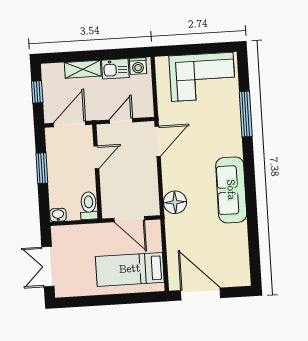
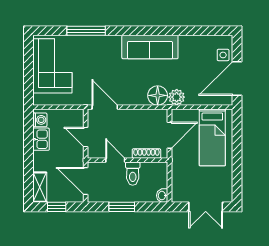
shelving: (83, 69) -> (40, 187), moved
shoe rack: (106, 193) -> (146, 153), added
toilet: (89, 206) -> (133, 174), moved, turned -90
plant: (174, 225) -> (177, 97), added
side table: (227, 276) -> (223, 55), added

